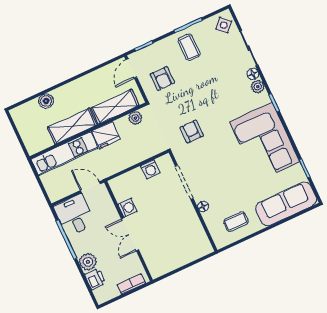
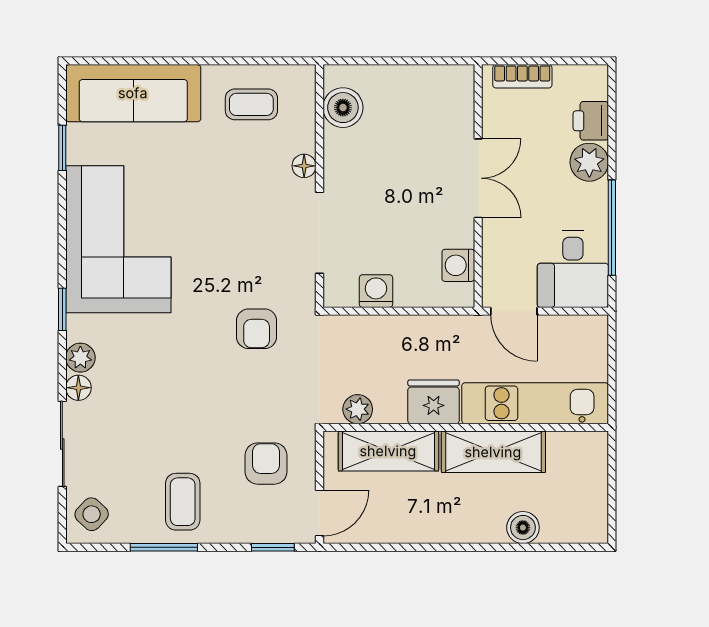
washing machine: (128, 208) -> (458, 265), moved
boiler: (198, 238) -> (343, 108), added

